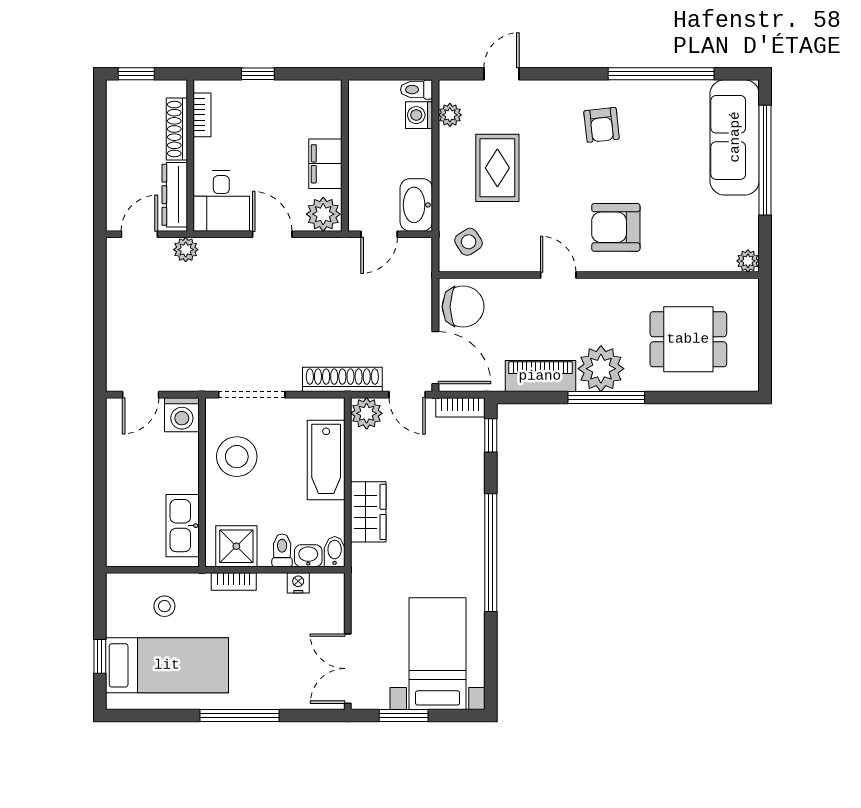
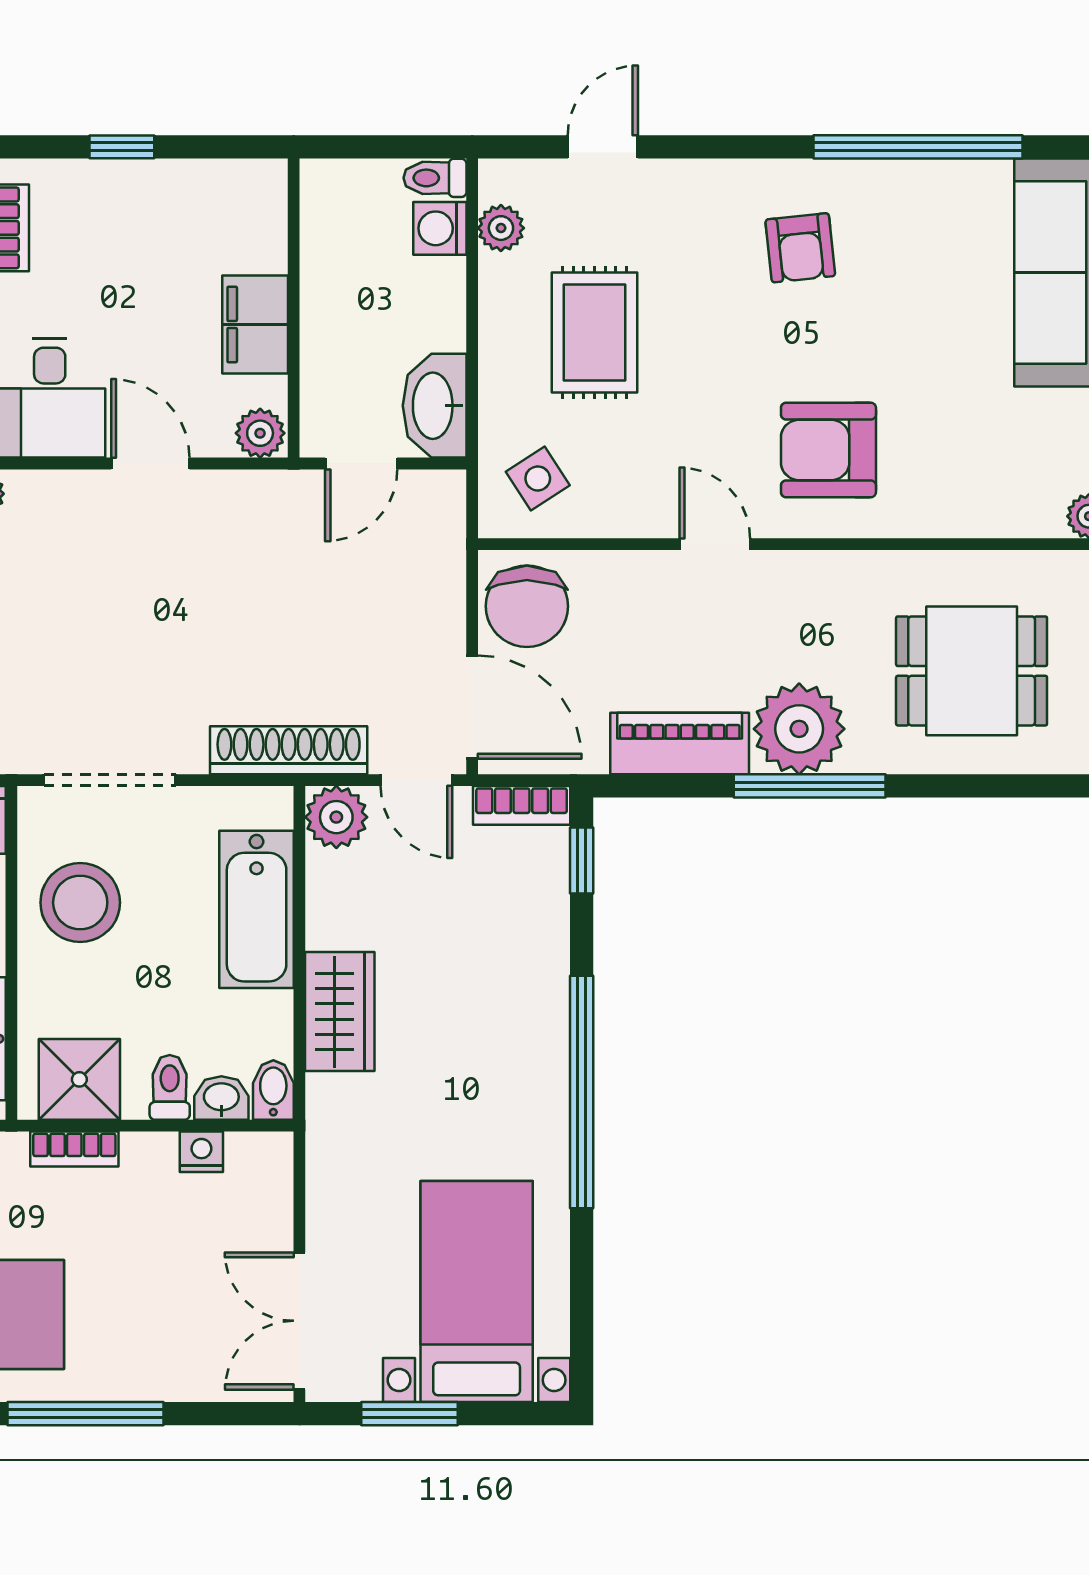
plant: (323, 214) -> (260, 433), width x0.73, depth x0.73
chair: (463, 307) -> (527, 606), turned 90

